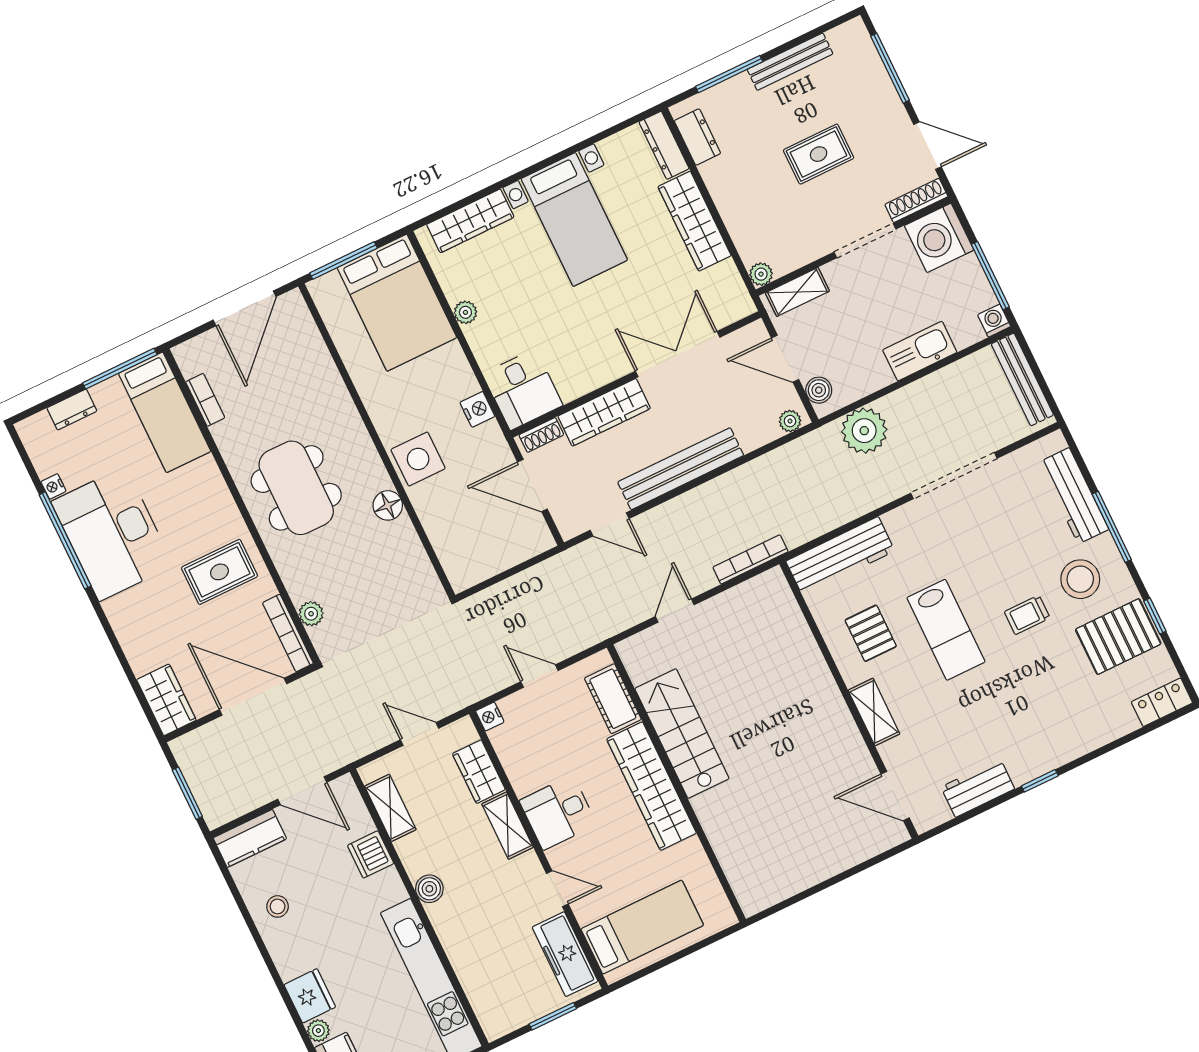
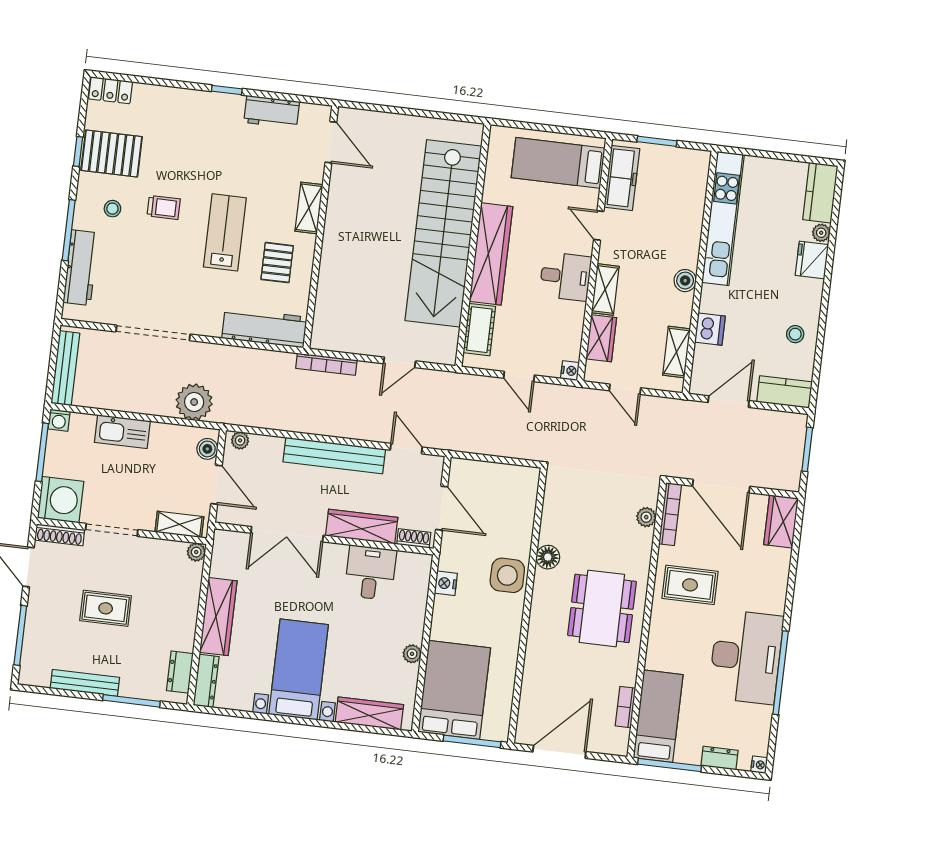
desk: (523, 389) -> (370, 573), moved
nightstand: (53, 486) -> (759, 765), moved
stool: (1080, 579) -> (112, 209), width x0.53, depth x0.53
stairs: (682, 733) -> (443, 233), width x1.86, depth x1.51
door: (302, 791) -> (729, 402), hinge flipped

